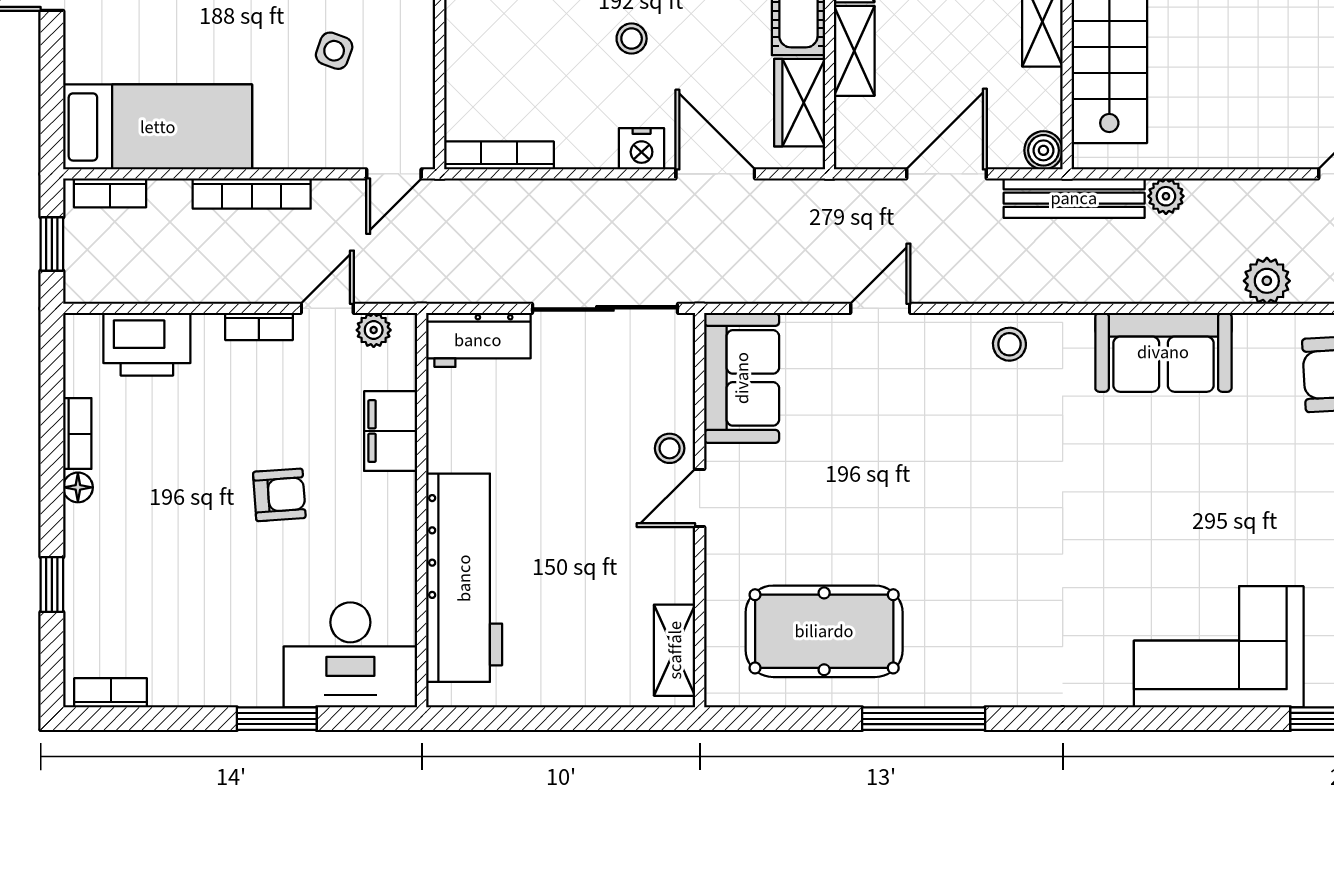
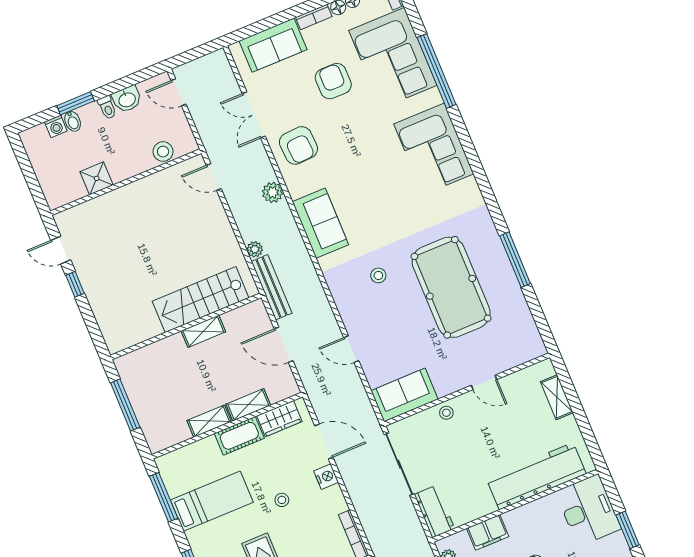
boiler: (1043, 150) -> (257, 308), removed
door: (715, 174) -> (324, 441), swing flipped
stool: (1009, 344) -> (378, 275), moved
door: (700, 498) -> (484, 382), moved
pool table: (824, 631) -> (451, 287), moved, width x1.36, depth x1.32
shelving: (675, 650) -> (557, 397), moved, turned 90

